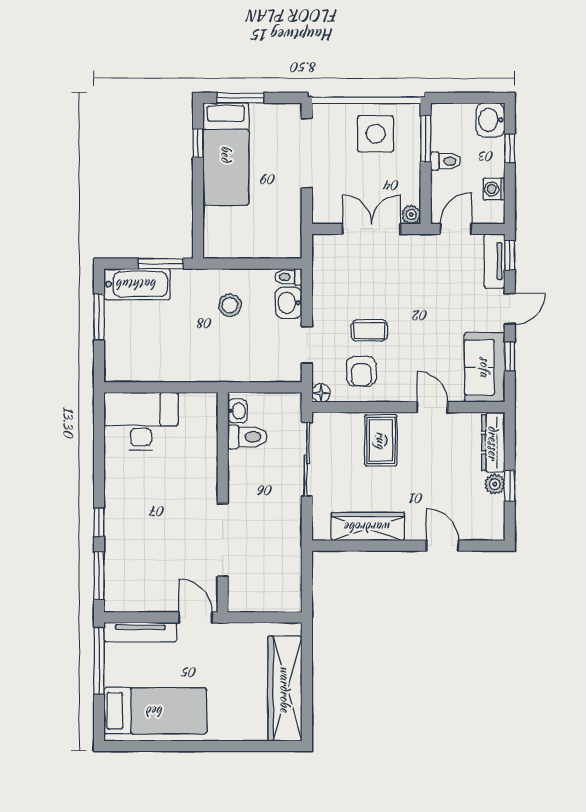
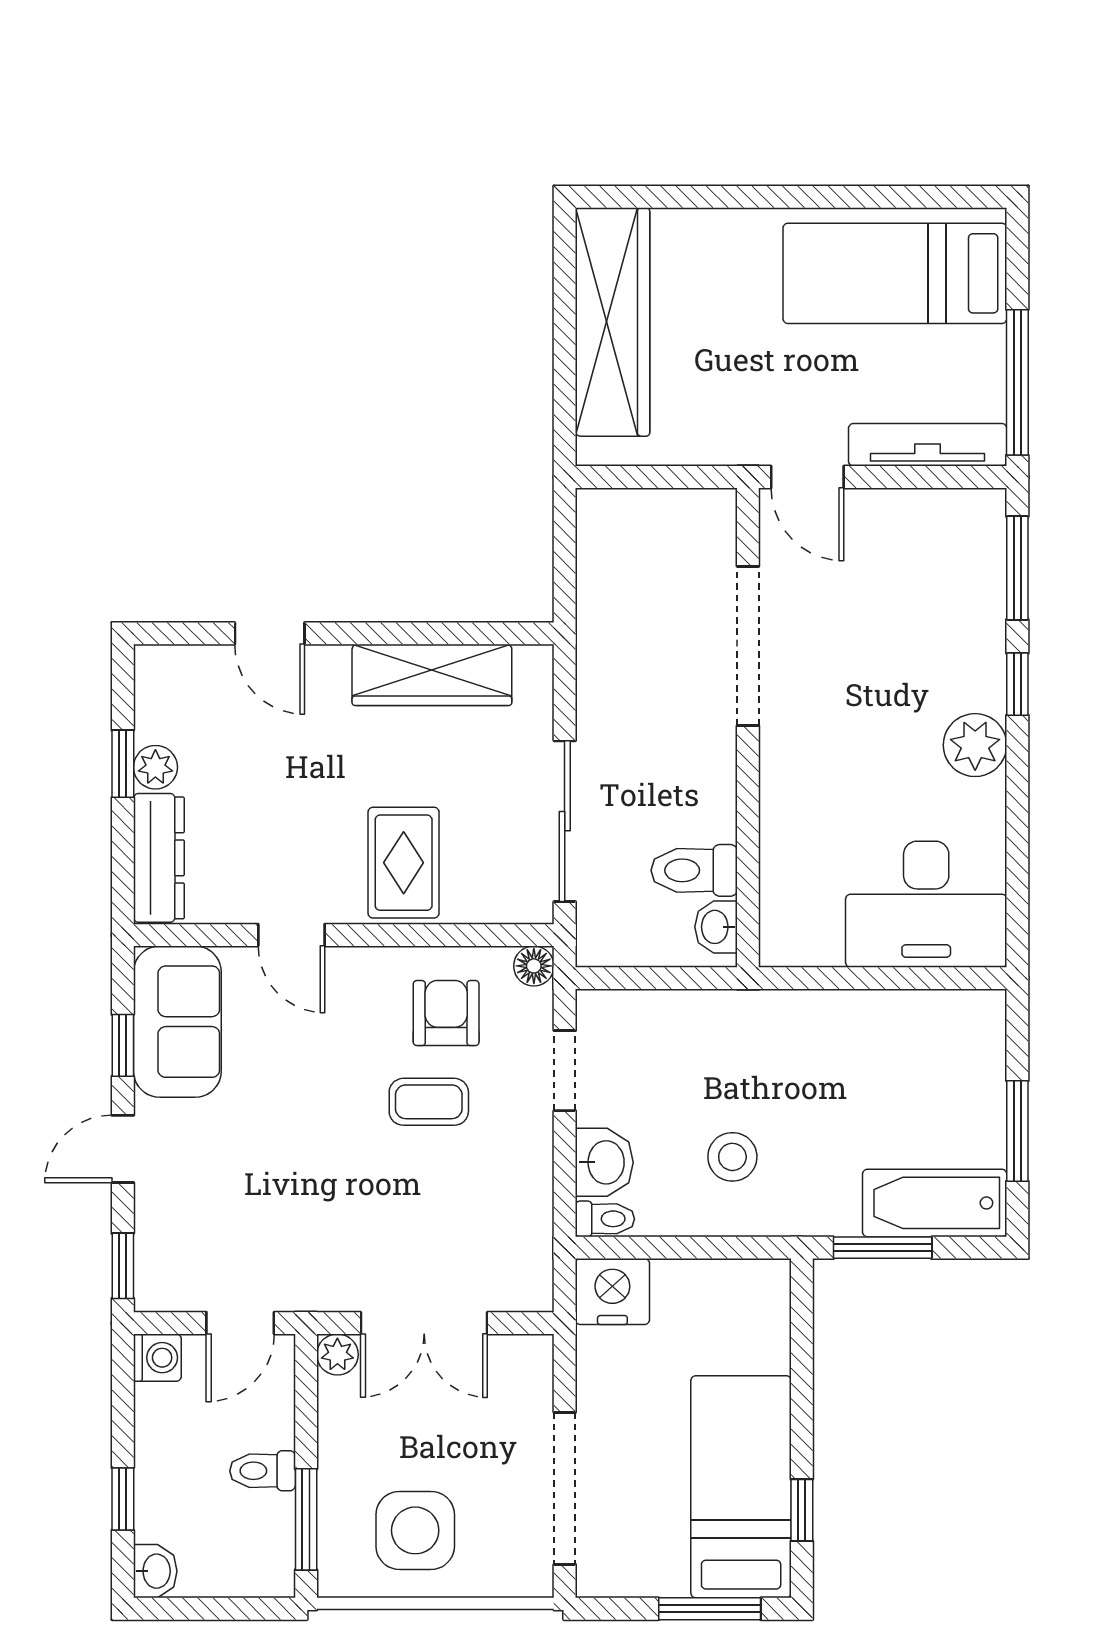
washbasin: (490, 120) -> (155, 1571), width x0.72, depth x0.69
washing machine: (494, 189) -> (157, 1358), moved
nightstand: (285, 243) -> (612, 1292), added
tv unit: (494, 261) -> (156, 1253), removed
plant: (118, 494) -> (975, 745), added

